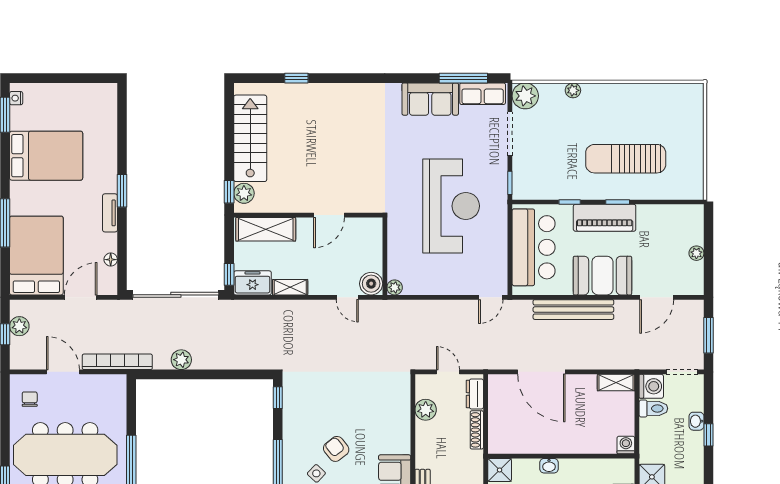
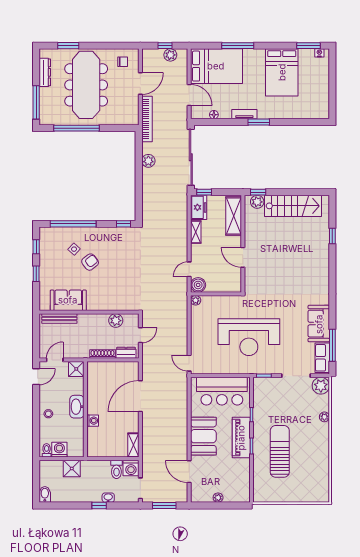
bench: (573, 310) -> (181, 417), removed
washing machine: (626, 445) -> (93, 421), moved
washbasin: (549, 466) -> (77, 407), width x1.91, depth x1.45

